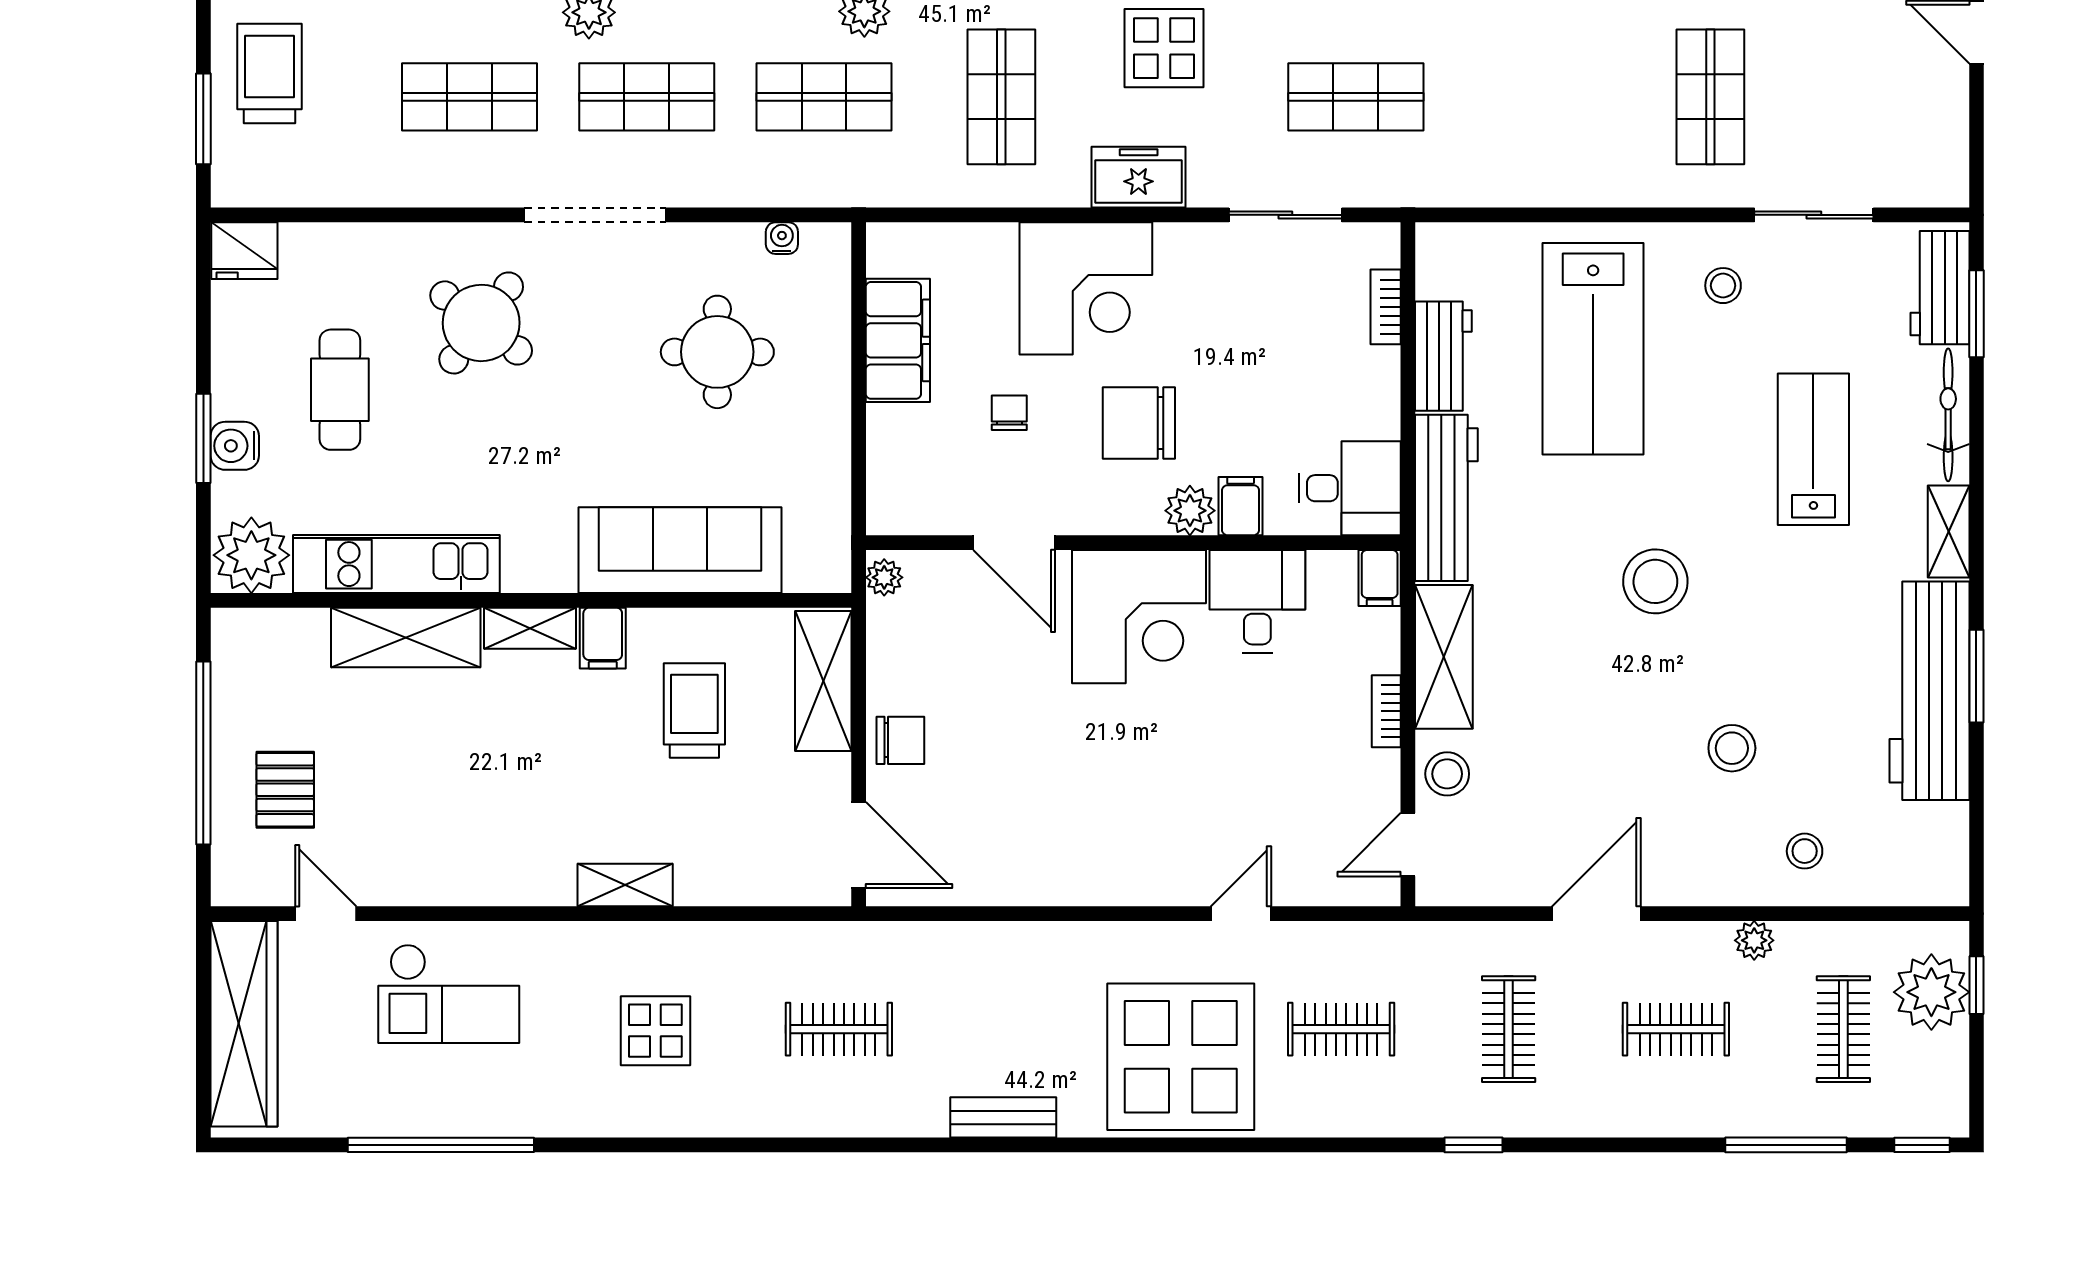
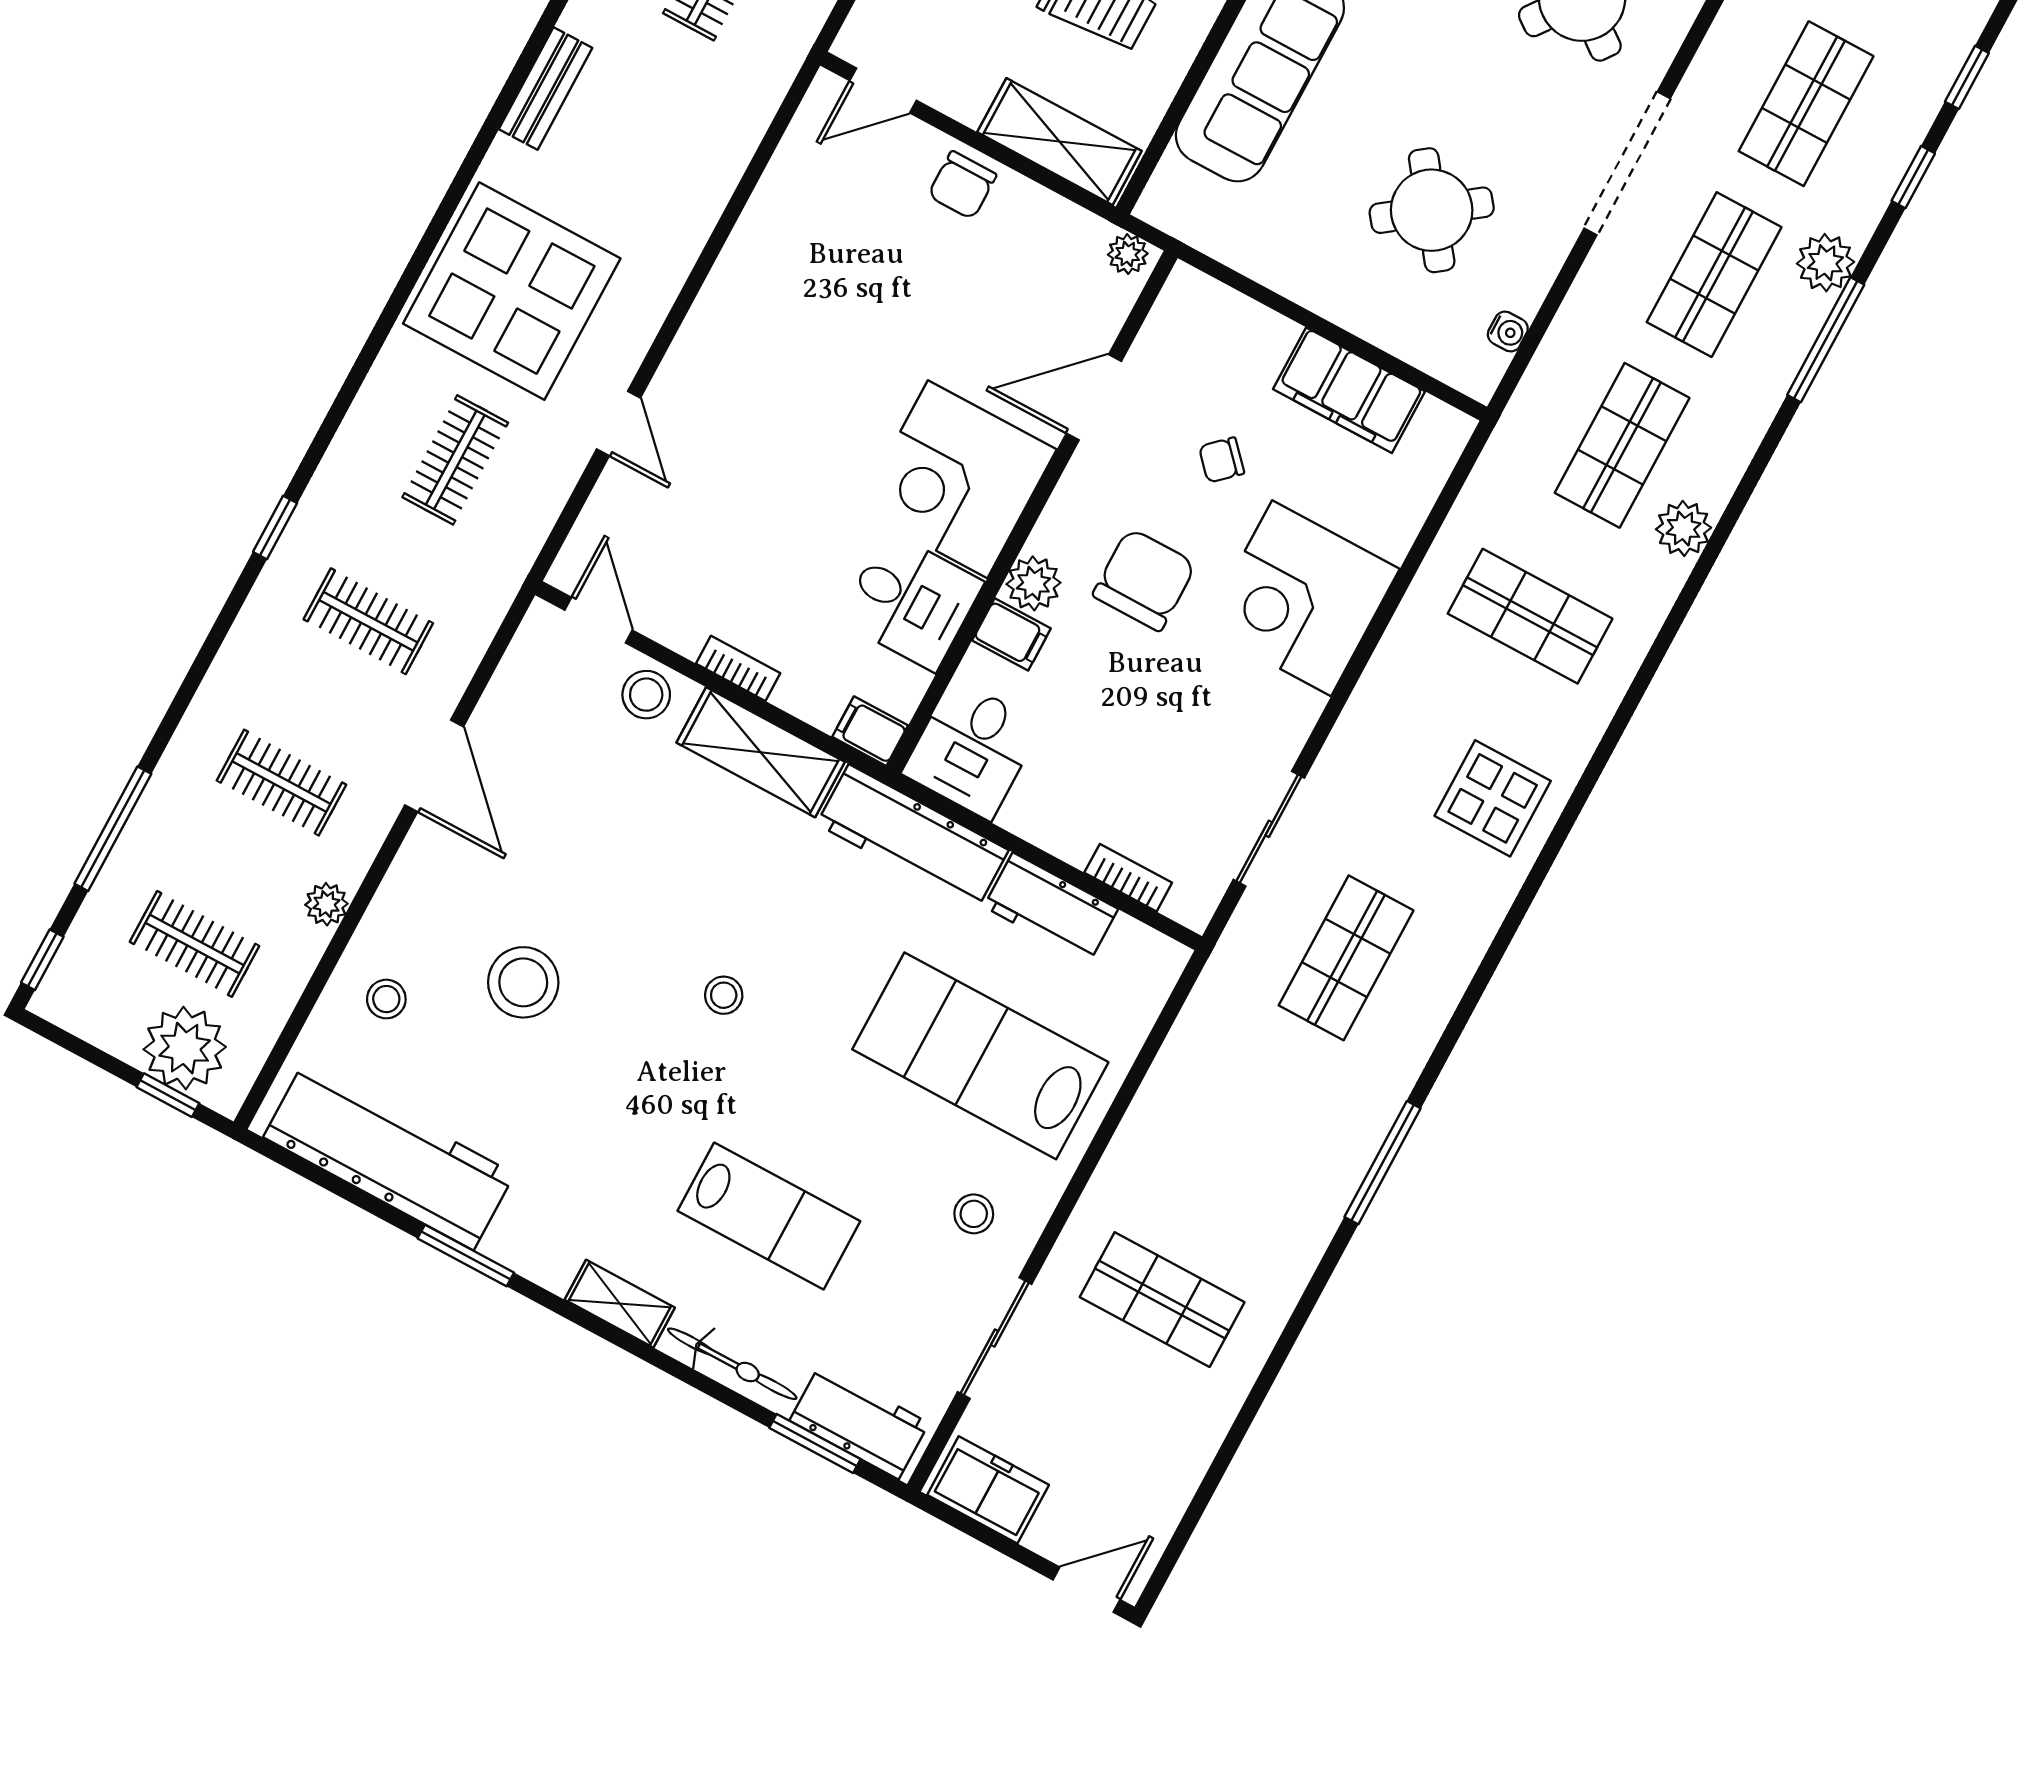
freezer: (1139, 177) -> (988, 1490), moved, turned -90
round table: (717, 352) -> (1432, 210), turned -37
chair: (1009, 413) -> (1222, 460), turned 137
stool: (1655, 581) -> (724, 995), width x0.53, depth x0.53
workbench: (1929, 691) -> (389, 1156), moved
stool: (1732, 748) -> (523, 982), width x1.38, depth x1.38
door: (859, 845) -> (883, 91), width x0.73
clothes rail: (1676, 1029) -> (281, 783), turned 90

